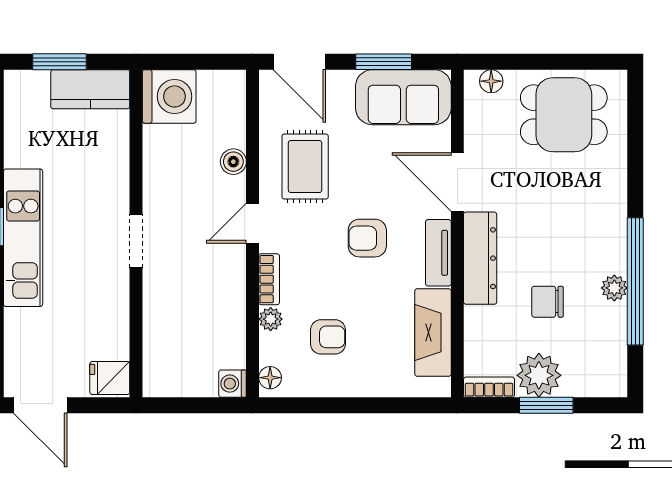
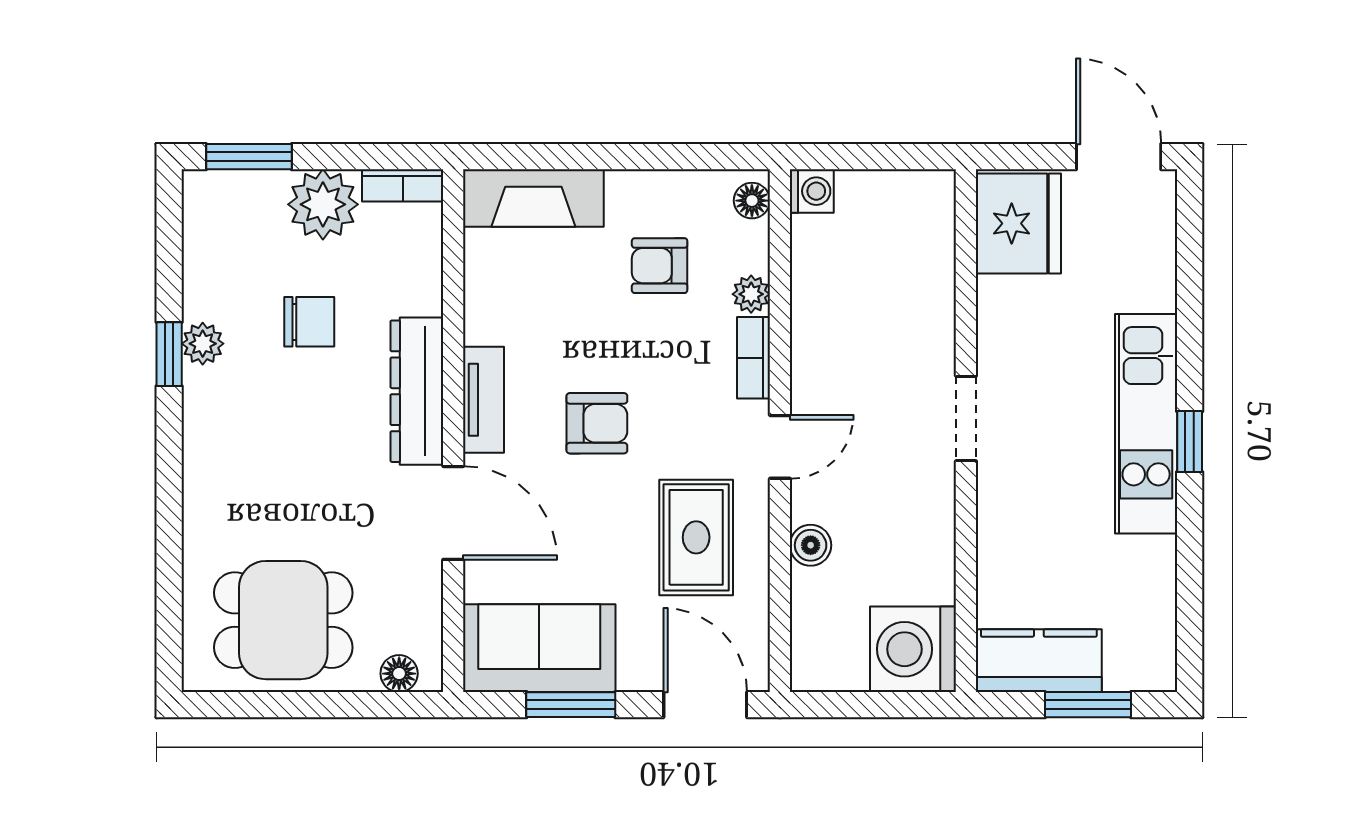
window: (635, 281) -> (169, 354), width x0.32
fireplace: (433, 333) -> (533, 198), moved, turned 90
fridge: (110, 378) -> (1018, 223), width x1.88, depth x1.34
window: (546, 405) -> (249, 157), moved

